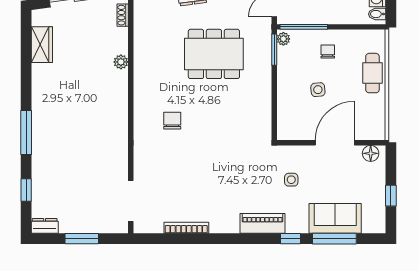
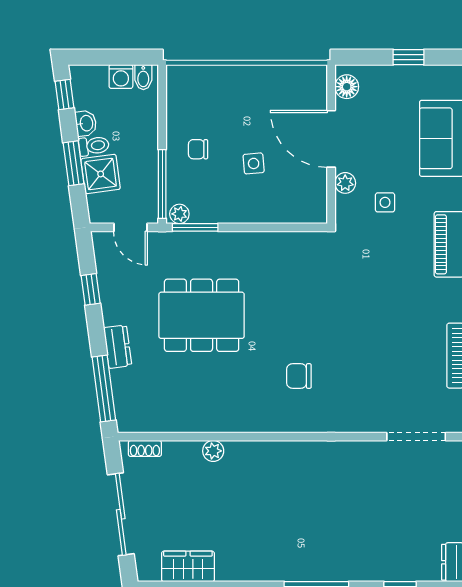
dining table: (214, 54) -> (202, 315), turned 90
cafe table: (372, 73) -> (229, 84), removed
plant: (305, 152) -> (345, 183), added

